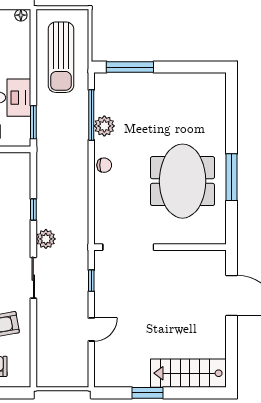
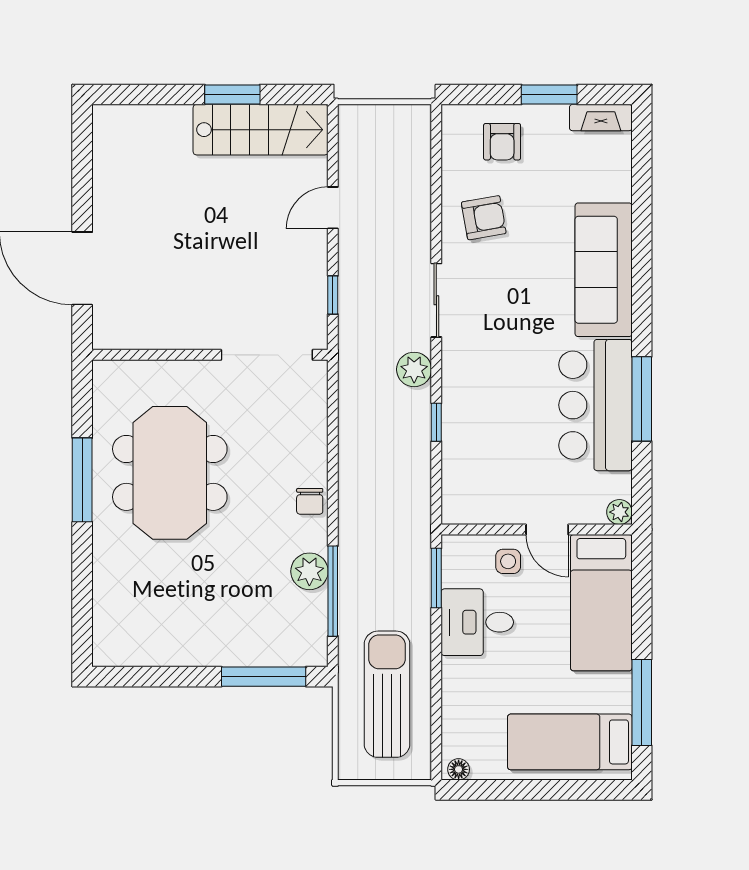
chair: (104, 165) -> (310, 501), turned -90
stairs: (188, 373) -> (261, 130), moved

